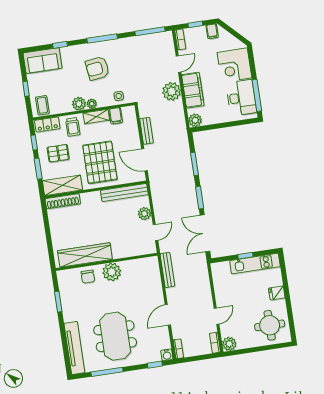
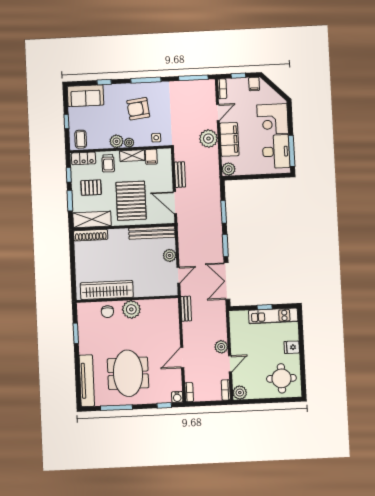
bench: (167, 270) -> (186, 309), width x0.73
plant: (206, 300) -> (221, 347), added

